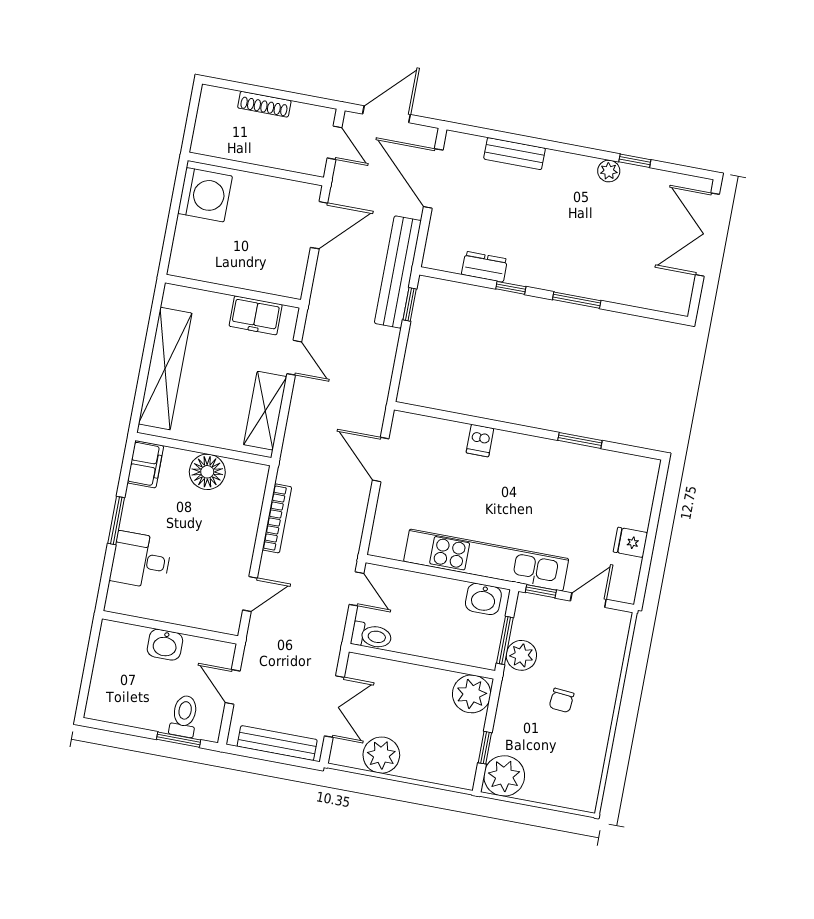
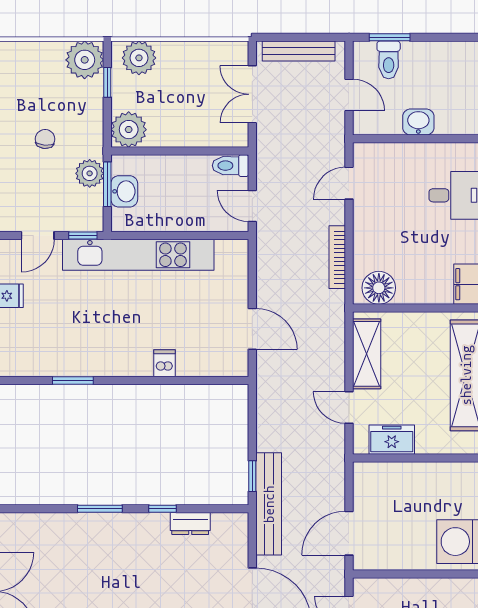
floor lamp: (207, 472) -> (379, 288), moved
washbasin: (483, 599) -> (124, 191), moved, turned 90
plant: (381, 755) -> (139, 58), moved

